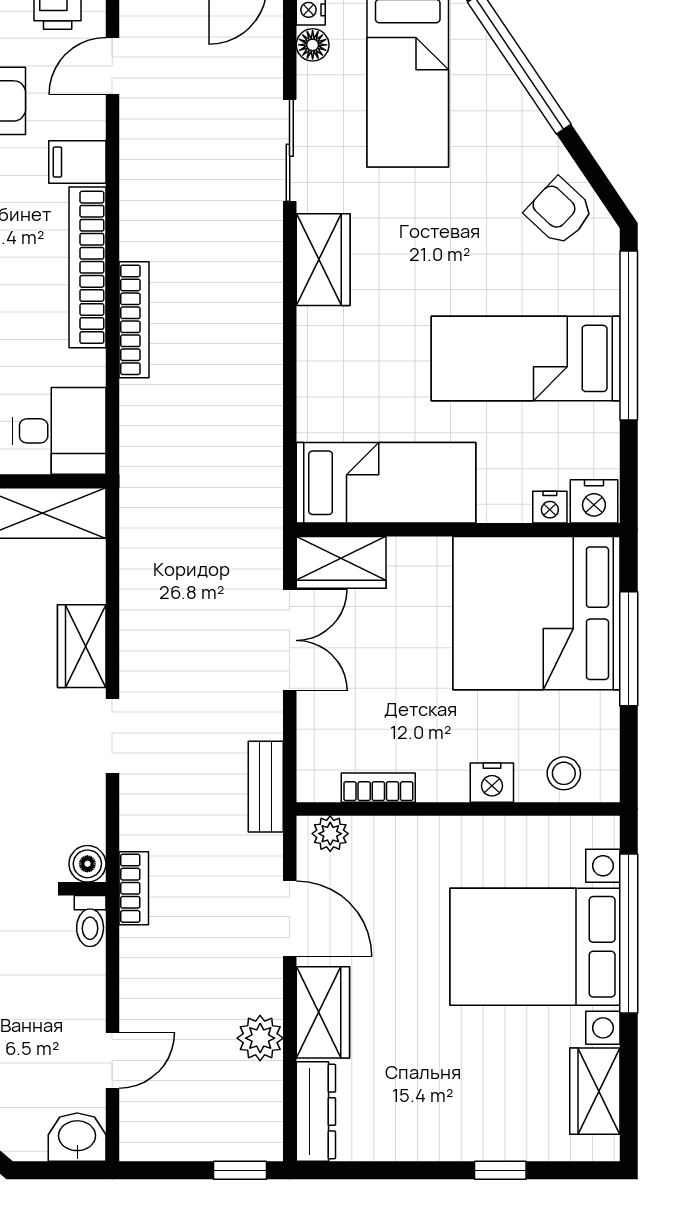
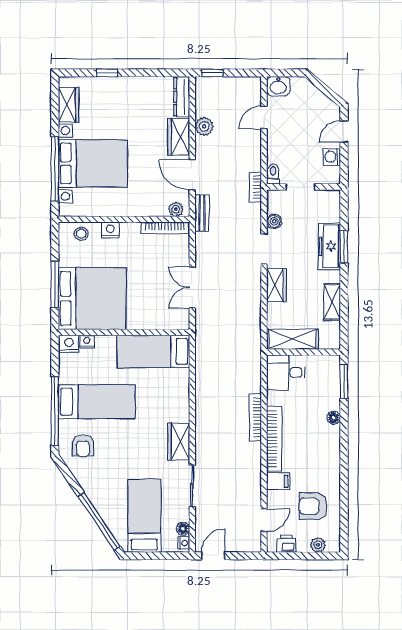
armchair: (559, 212) -> (83, 446), moved, turned 46
wardrobe: (341, 562) -> (171, 319), removed
bench: (266, 787) -> (202, 213), moved
bookcase: (378, 788) -> (165, 228), width x1.56
boiler: (87, 864) -> (274, 221), moved

